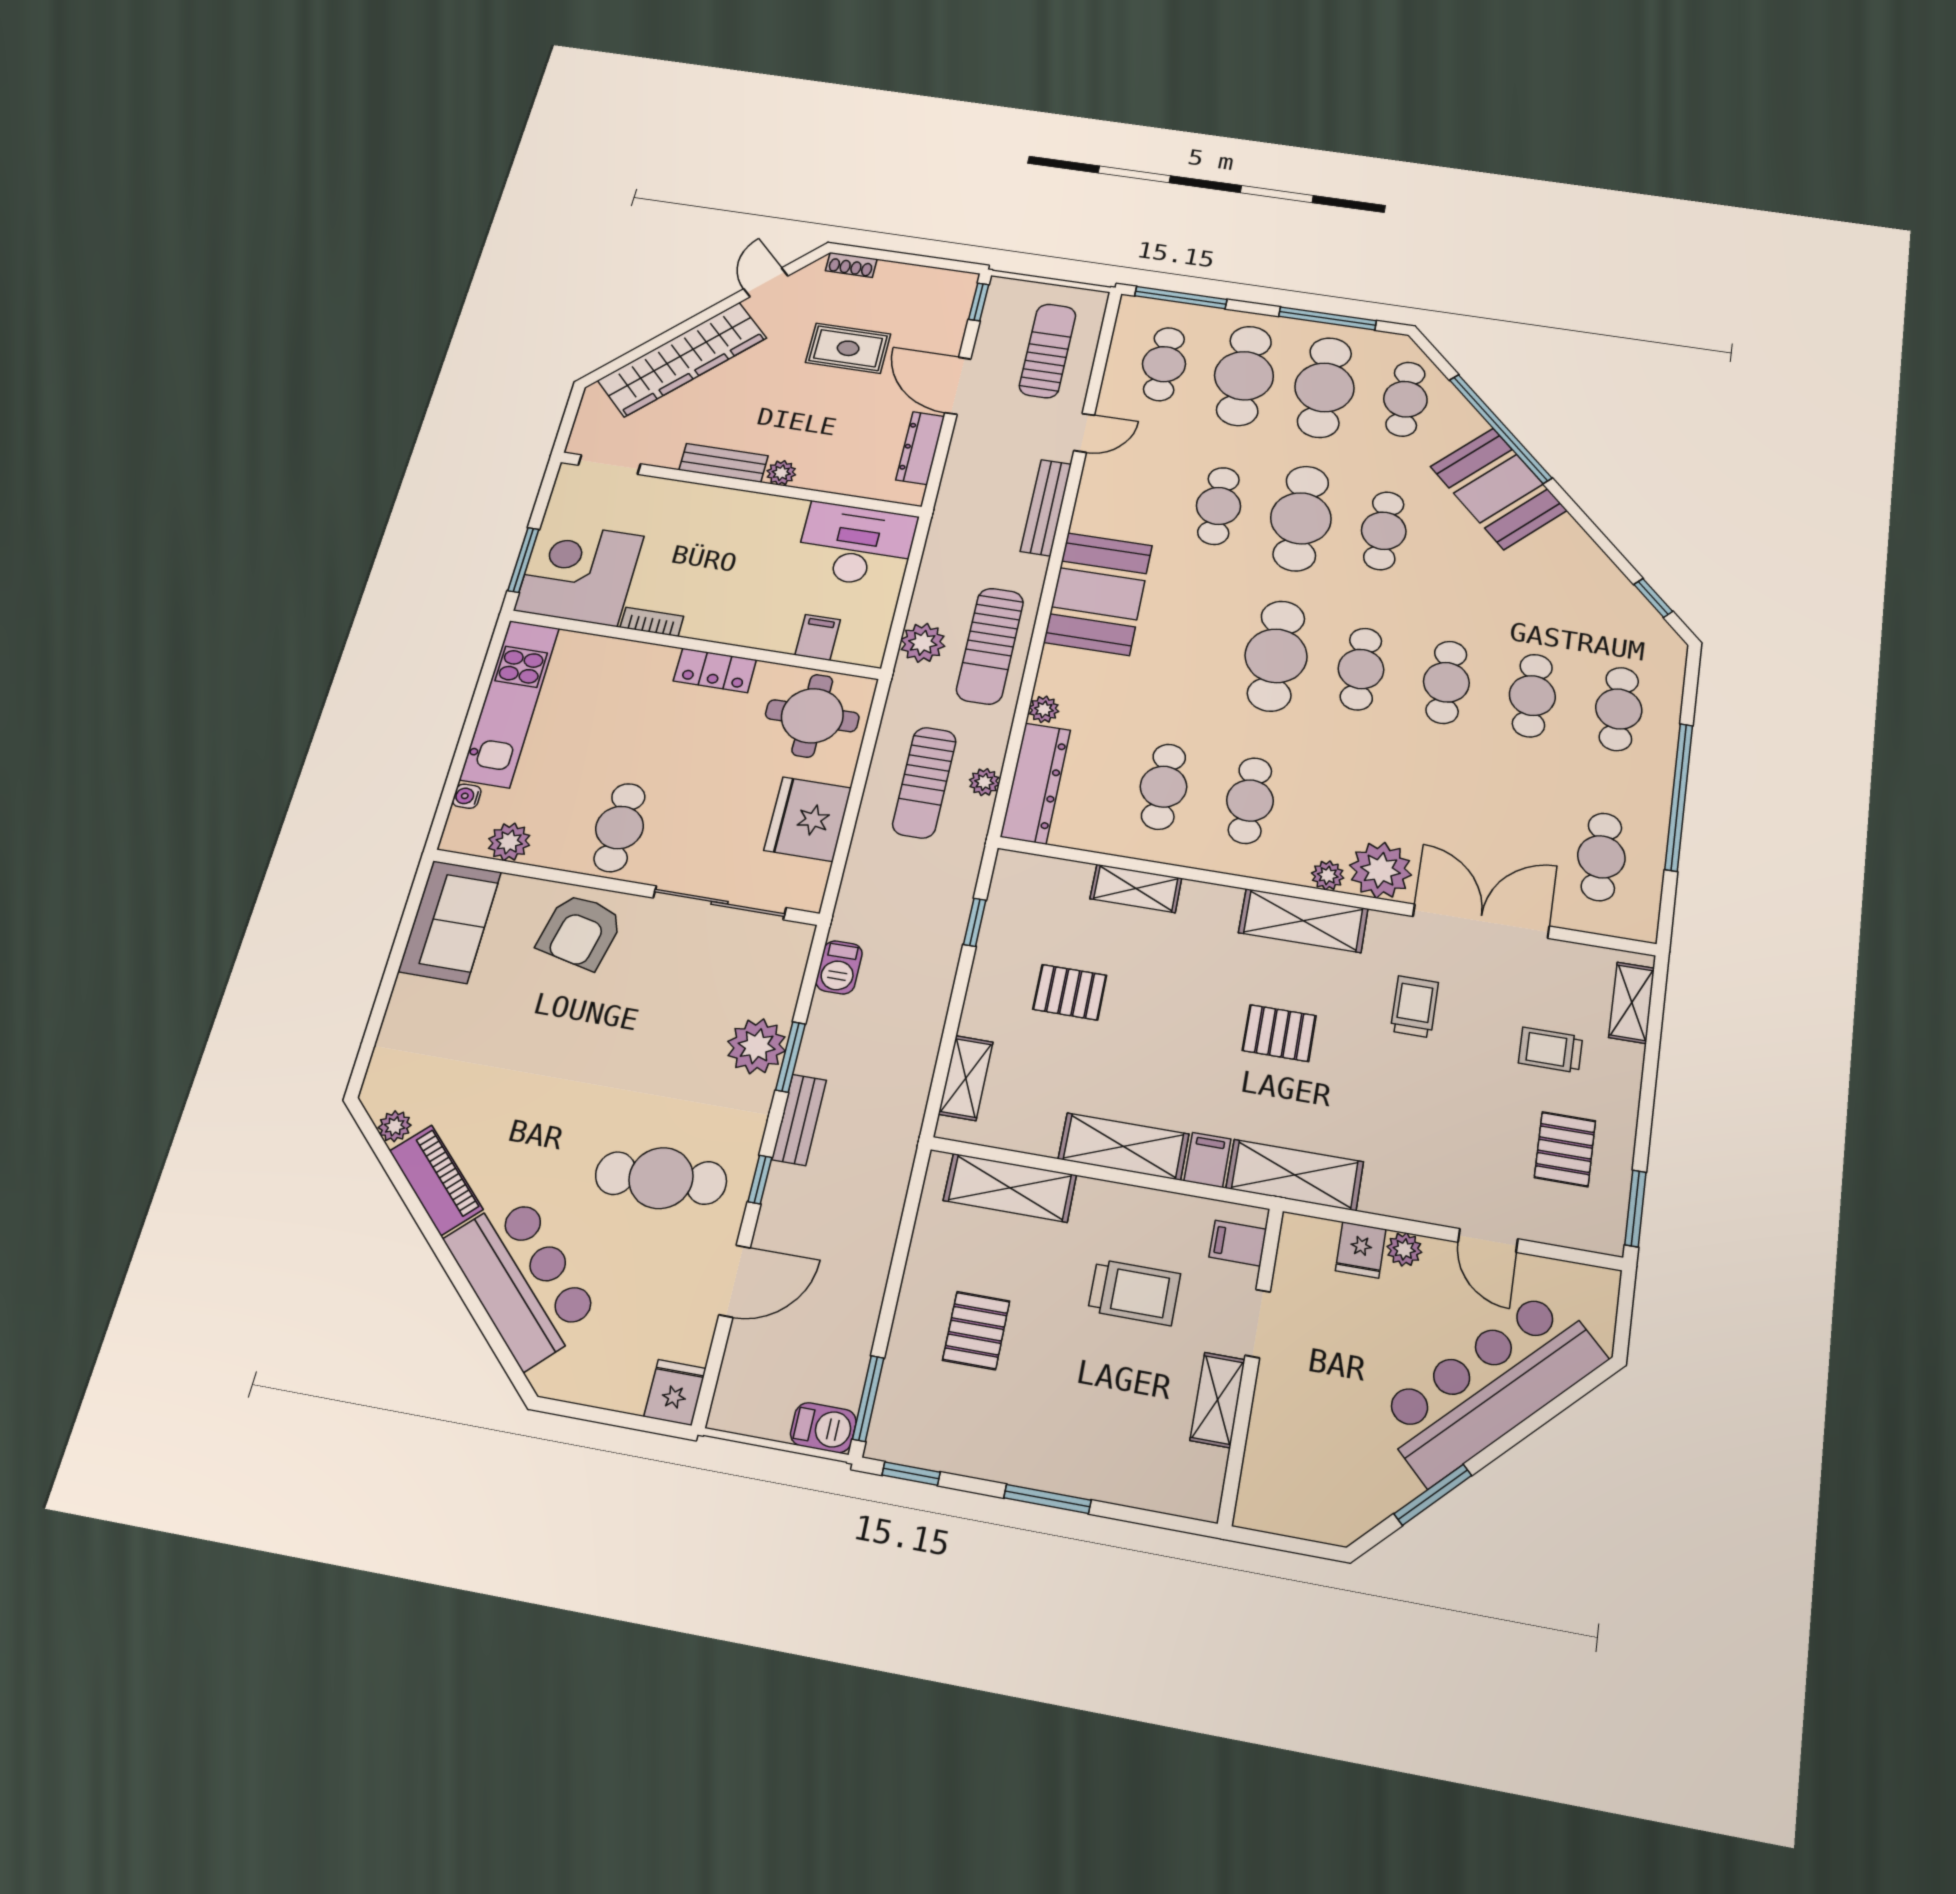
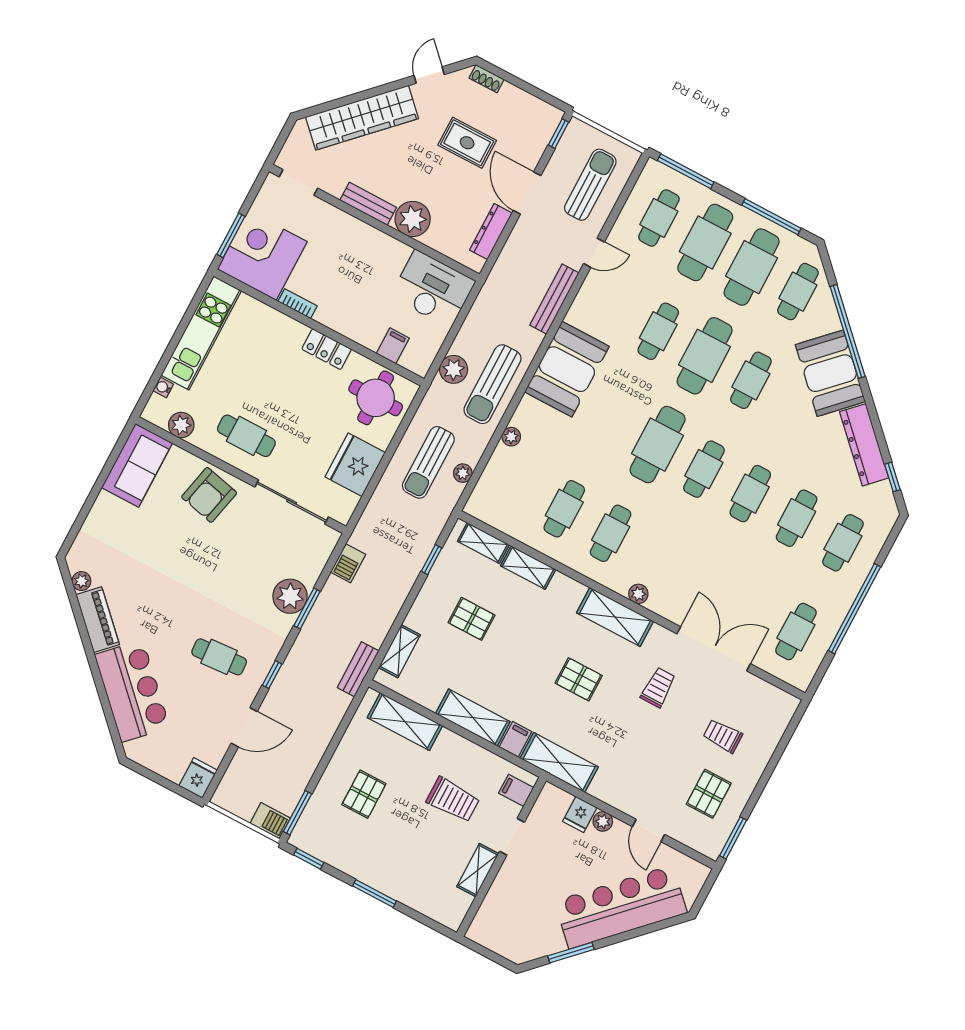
plant: (781, 473) -> (413, 219), width x1.88, depth x1.88
dresser: (1035, 783) -> (864, 445), moved, turned 135
cafe table: (620, 828) -> (246, 436), turned 90
plant: (1381, 870) -> (669, 600), removed
shelving: (1632, 1003) -> (483, 543), moved, turned 90
bench: (799, 1120) -> (358, 669), moved
cafe table: (661, 1178) -> (219, 657), width x0.73, depth x0.74

